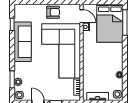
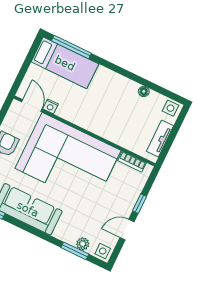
door: (82, 16) -> (32, 105), hinge flipped
bed: (110, 23) -> (65, 63), width x0.67

